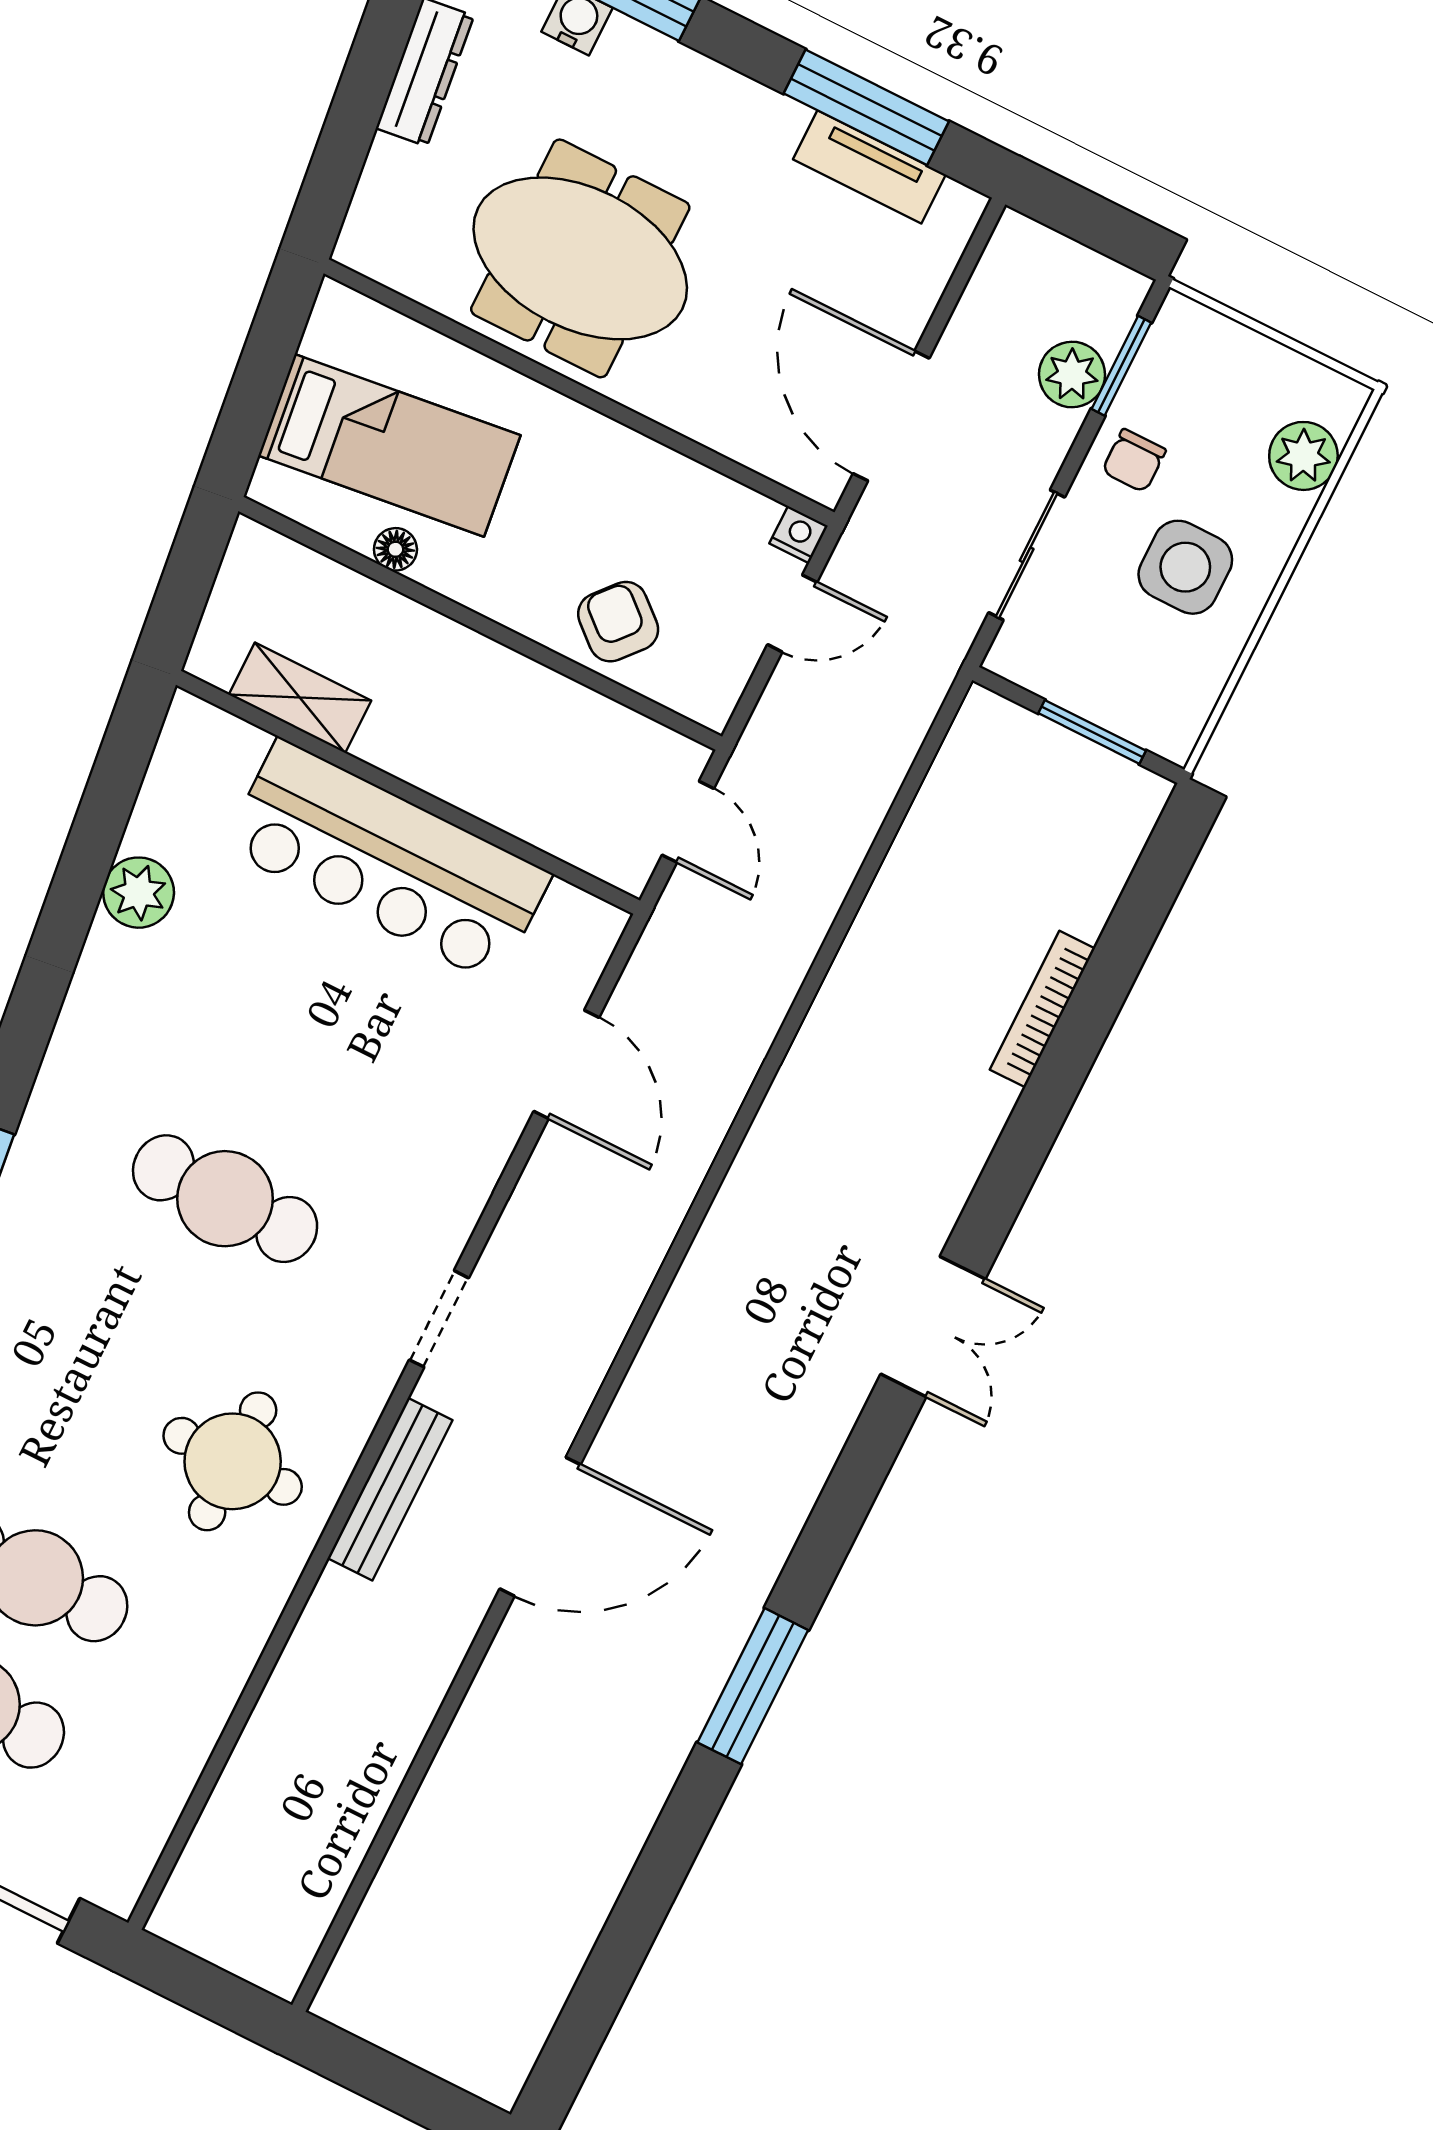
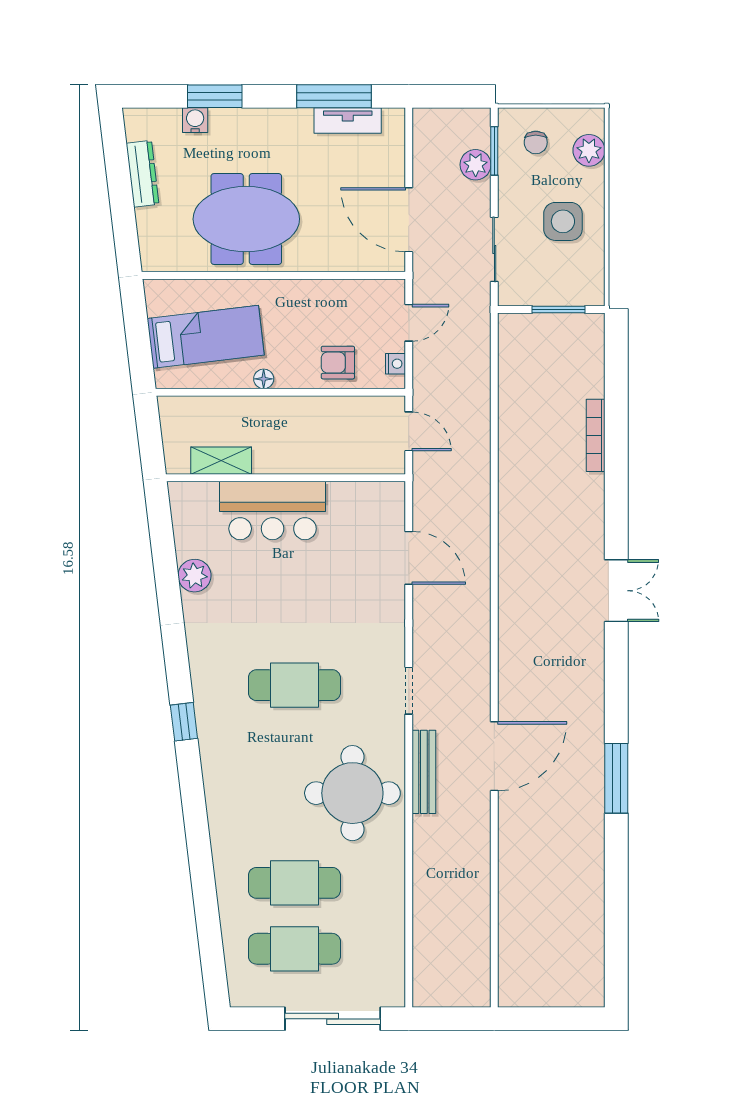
chair: (1134, 461) -> (536, 142), moved
nightstand: (799, 535) -> (396, 364), moved, turned 90
floor lamp: (395, 549) -> (264, 379), moved
armchair: (618, 622) -> (338, 363), turned -41
bar counter: (388, 861) -> (273, 510), width x0.73
round table: (233, 1461) -> (352, 793), width x1.36, depth x1.36

